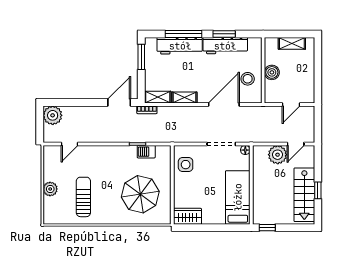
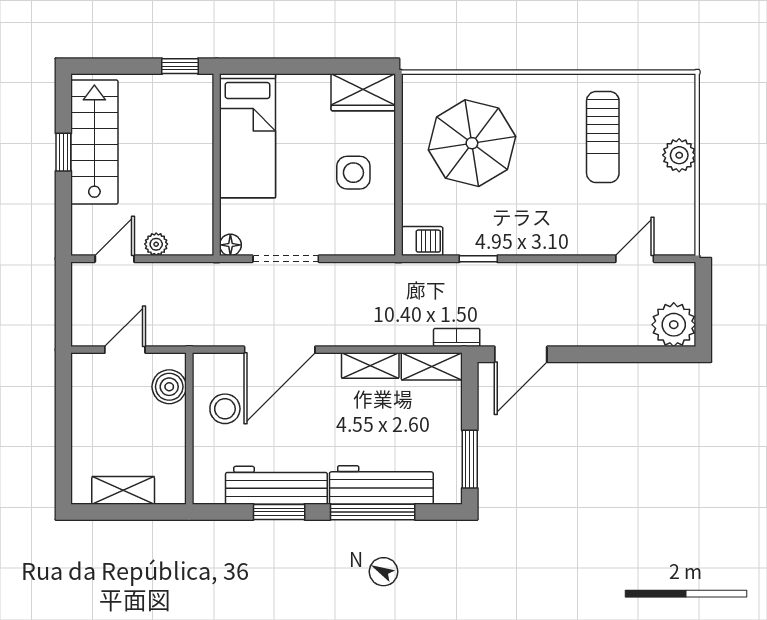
boiler: (272, 72) -> (169, 387), moved
barbecue: (146, 152) -> (422, 241), moved
plant: (278, 155) -> (156, 244), width x0.53, depth x0.53
side table: (186, 165) -> (353, 173), moved

